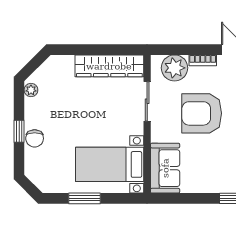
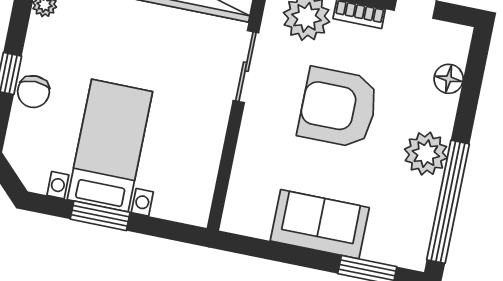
bed with nightstands: (110, 164) -> (110, 146), moved, turned 90
sofa: (165, 168) -> (320, 224), moved, turned -90

